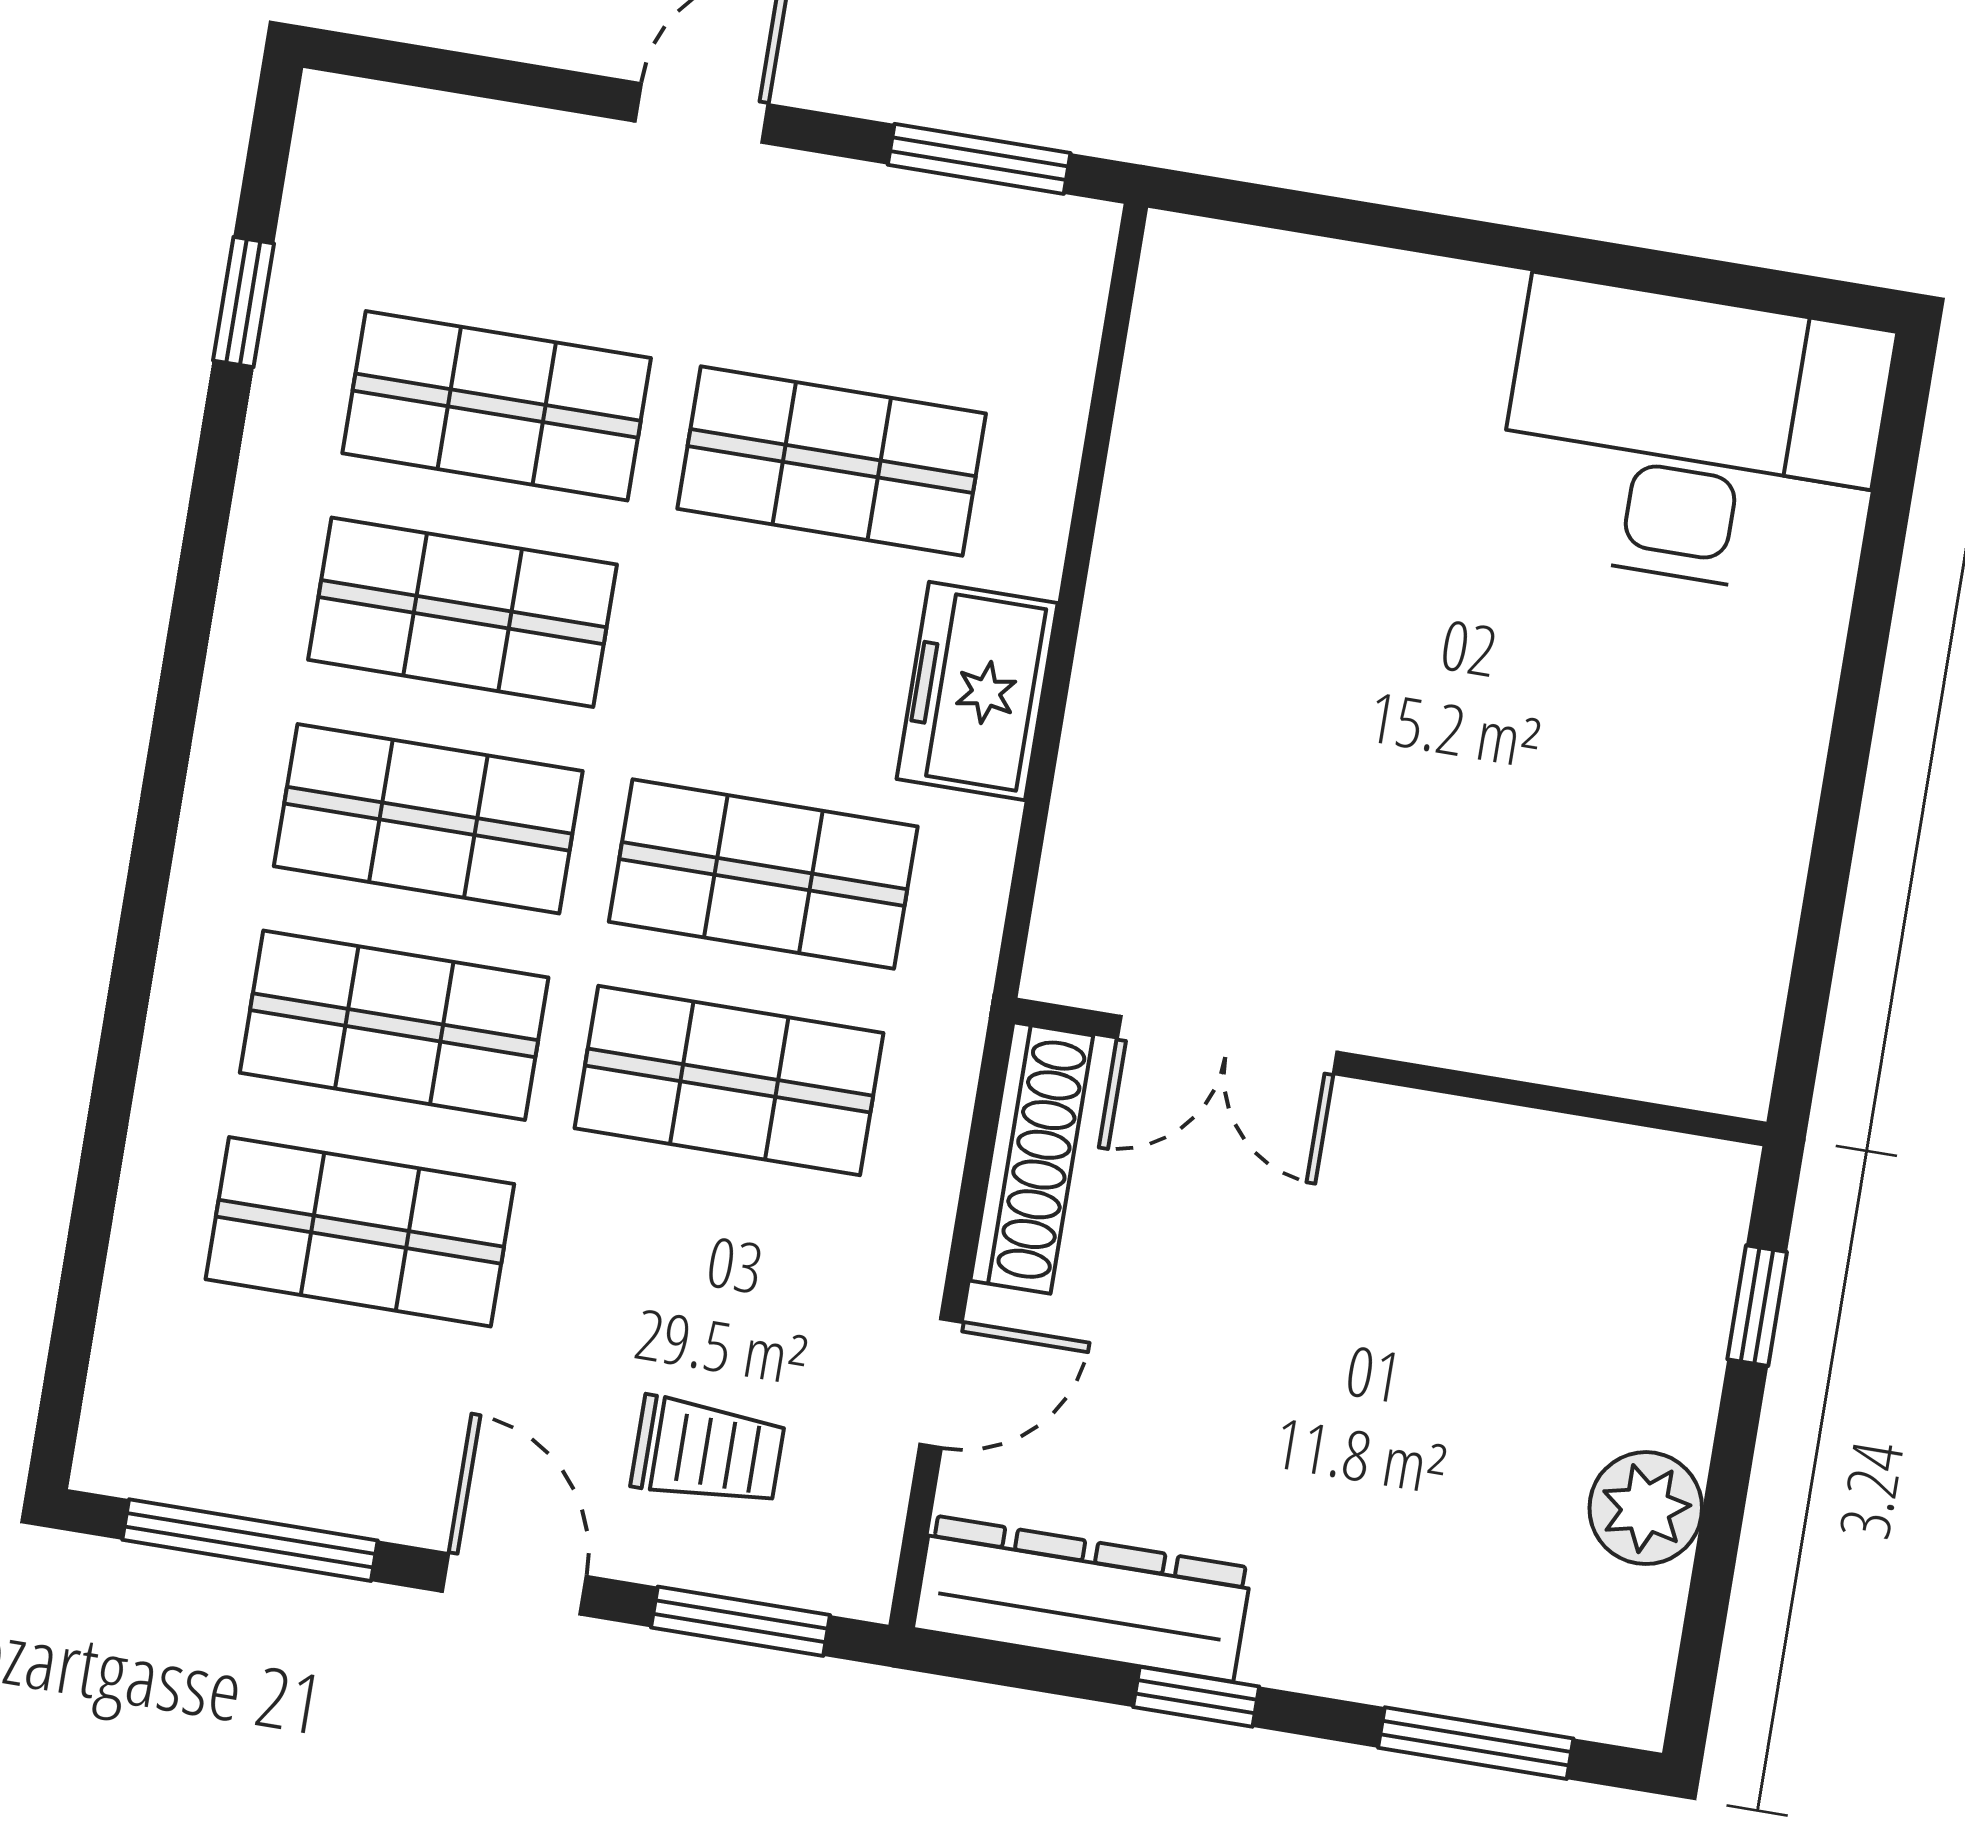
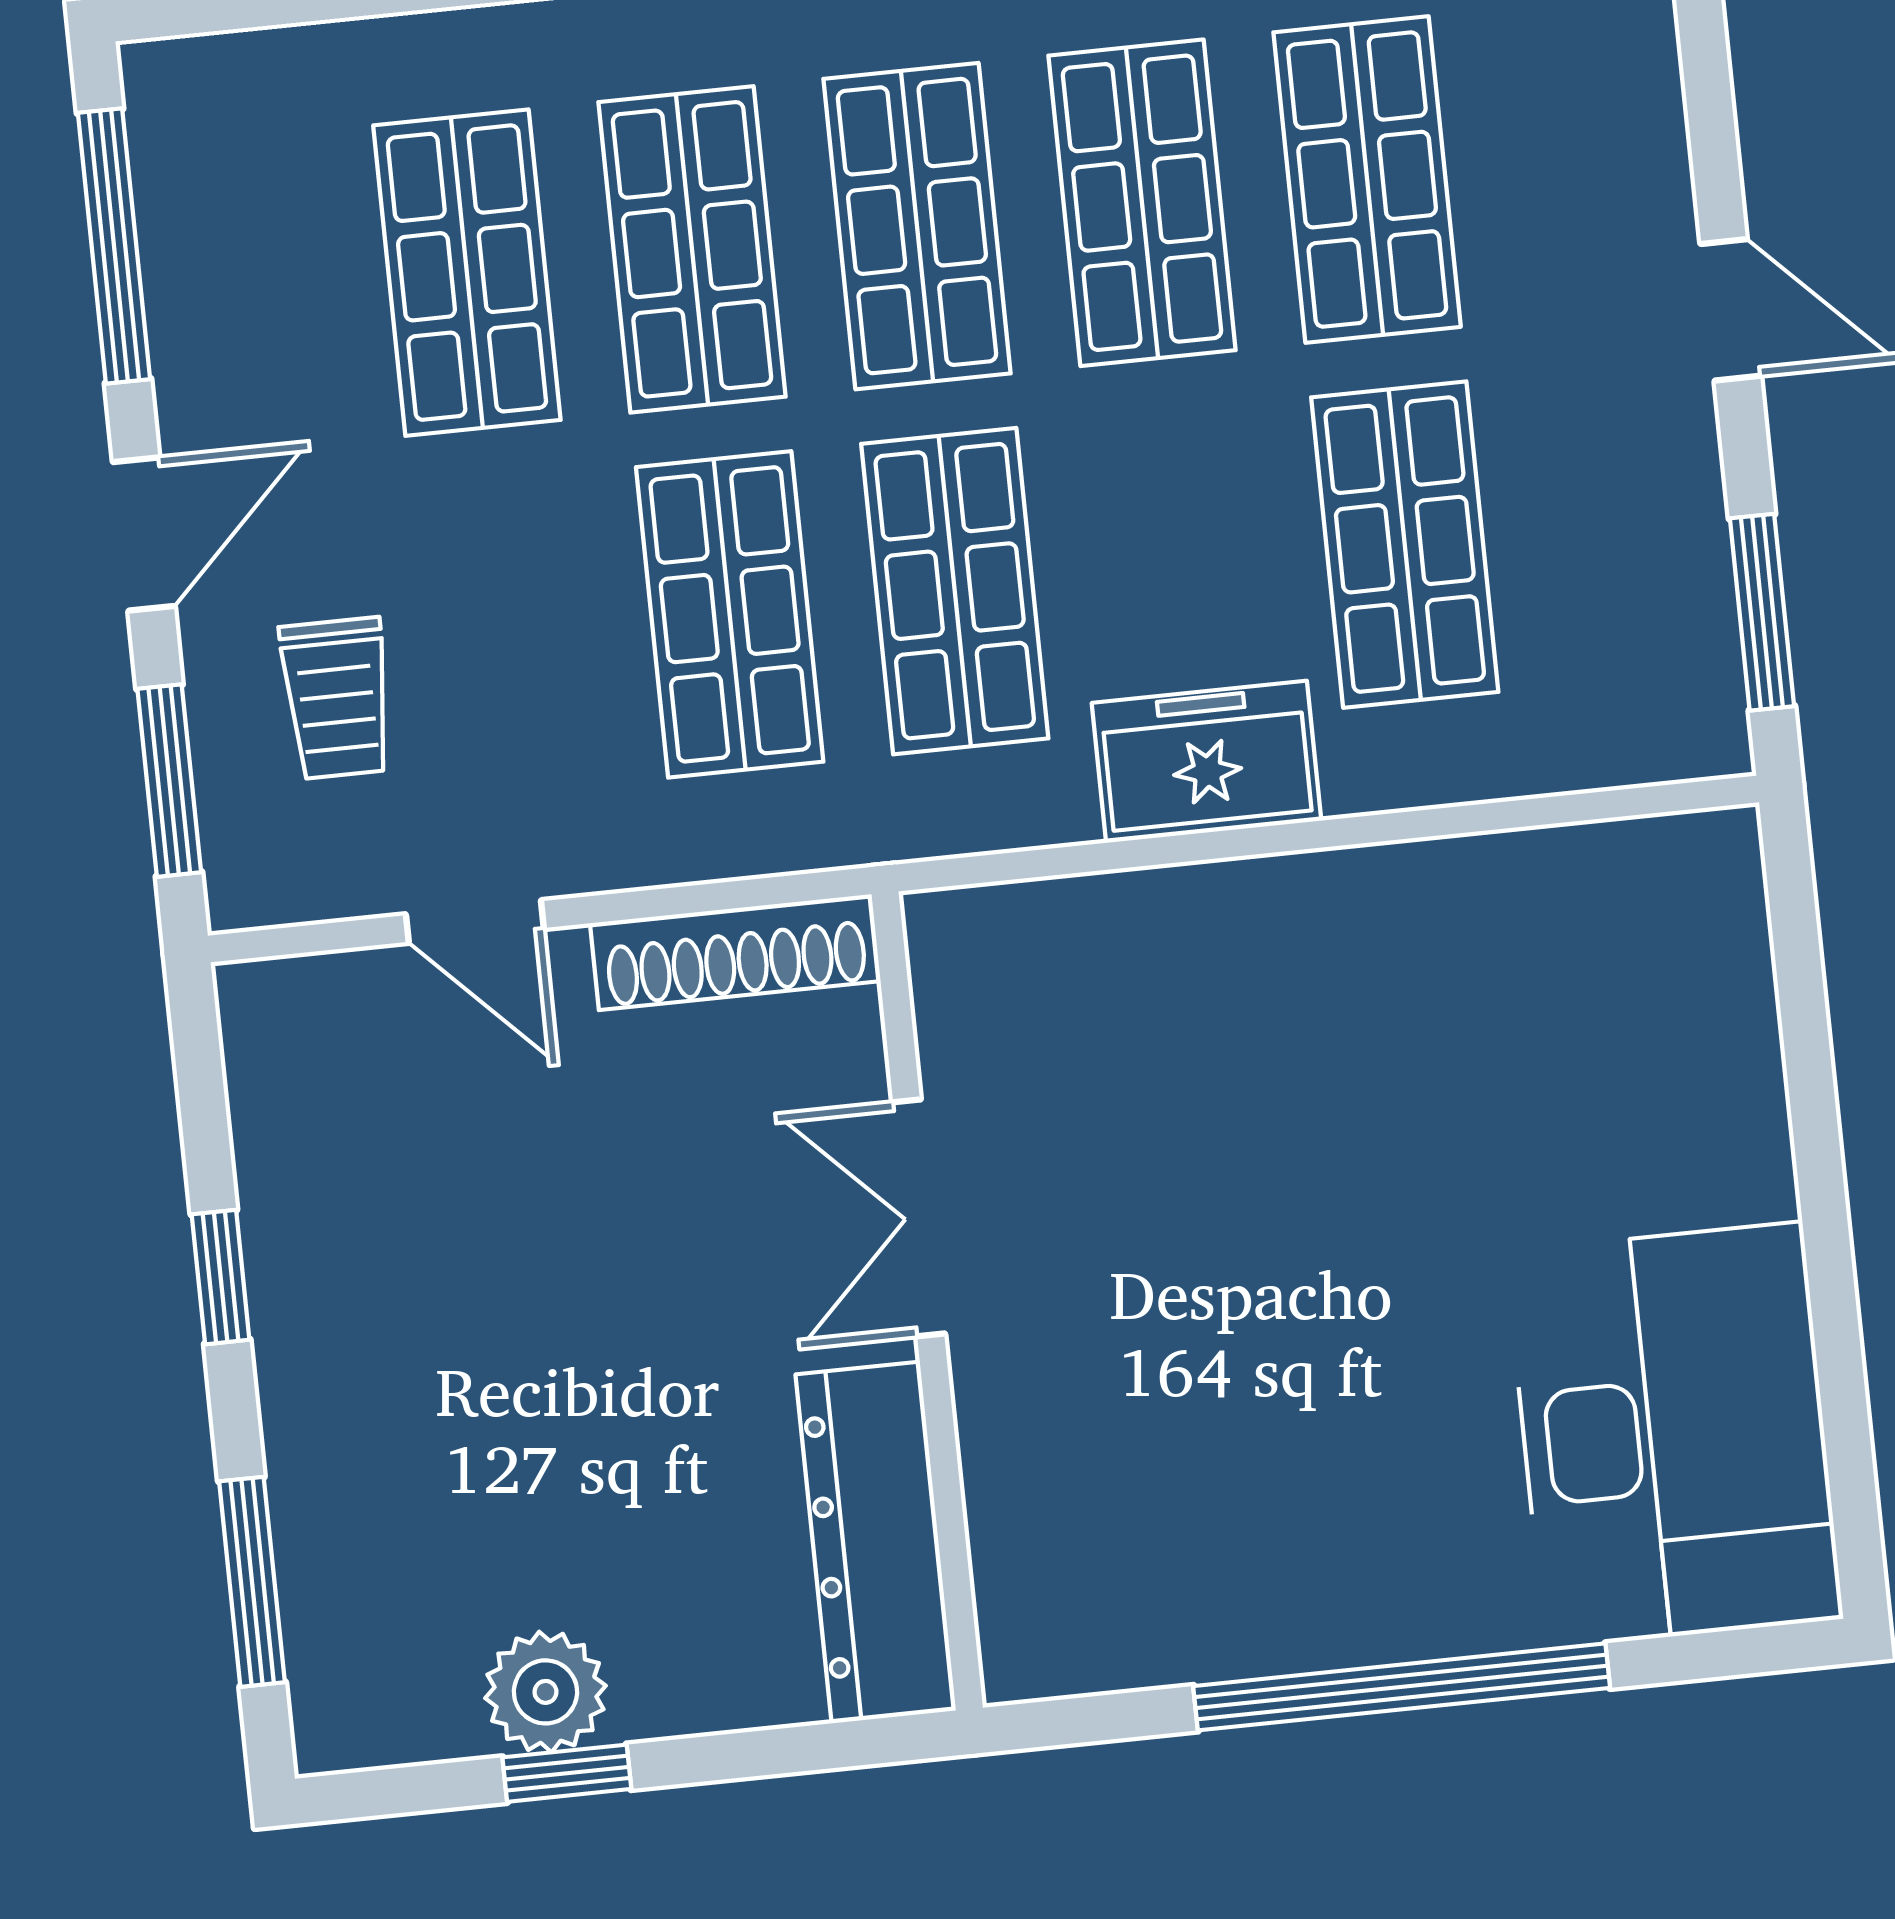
window: (1850, 743) -> (1402, 1687), added
double door: (1227, 1045) -> (919, 1218), moved
window: (1757, 1306) -> (567, 1773), moved
dresser: (1082, 1598) -> (876, 1542), moved, turned 180

